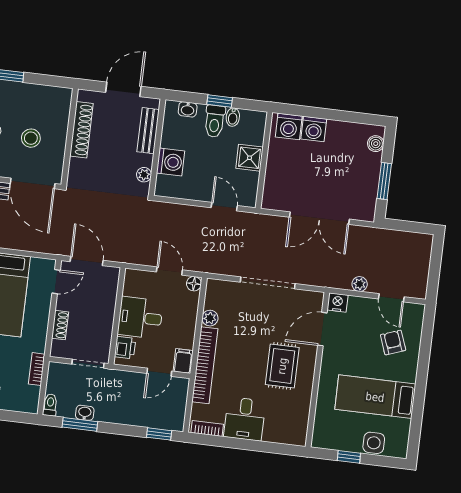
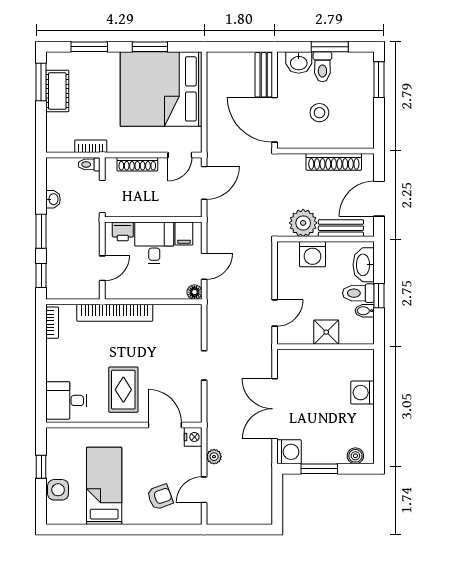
door: (123, 89) -> (379, 199), swing flipped
washbasin: (188, 109) -> (364, 265), width x1.91, depth x1.45
washing machine: (289, 126) -> (289, 452), moved, turned 180
plant: (144, 175) -> (303, 223), width x1.88, depth x1.88
door: (33, 183) -> (275, 120), hinge flipped
door: (56, 282) -> (180, 155), hinge flipped
doorway: (268, 283) -> (204, 365), width x0.53
plant: (210, 318) -> (162, 312), removed
shoe rack: (60, 325) -> (137, 164), width x1.43
filing cabinet: (183, 361) -> (184, 234), moved, turned 90
rug: (282, 366) -> (123, 390), turned 90
door: (159, 372) -> (102, 268), swing flipped
toilet: (50, 405) -> (89, 164), moved, turned 180
desk: (245, 419) -> (66, 400), moved
window: (80, 424) -> (41, 231), moved

